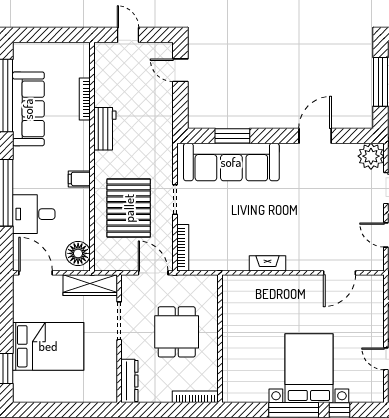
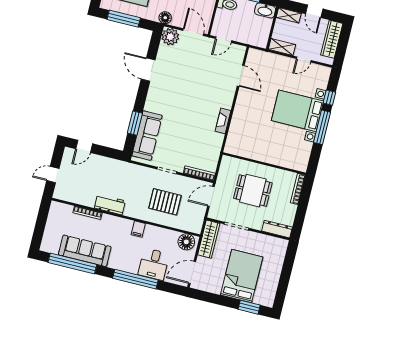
sofa: (231, 162) -> (147, 136), width x0.74, depth x0.79
pallet: (129, 208) -> (165, 202), width x0.73, depth x0.71

